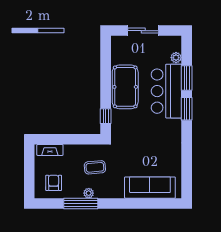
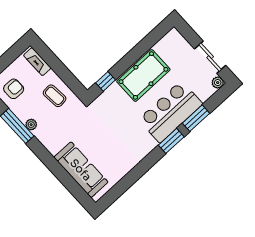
sliding door: (143, 31) -> (210, 57), moved
plant: (176, 58) -> (218, 83), moved
coffee table: (95, 167) -> (55, 96), moved

